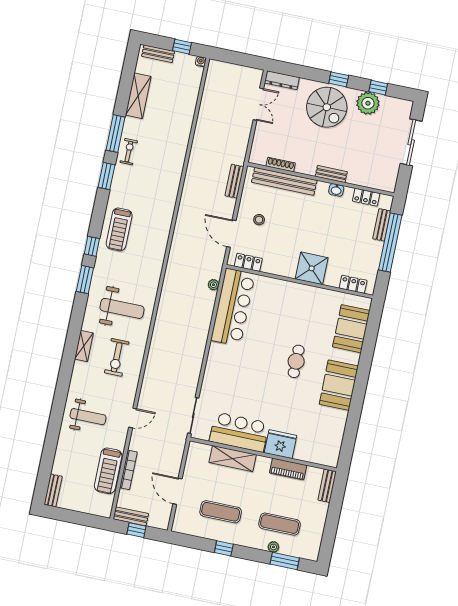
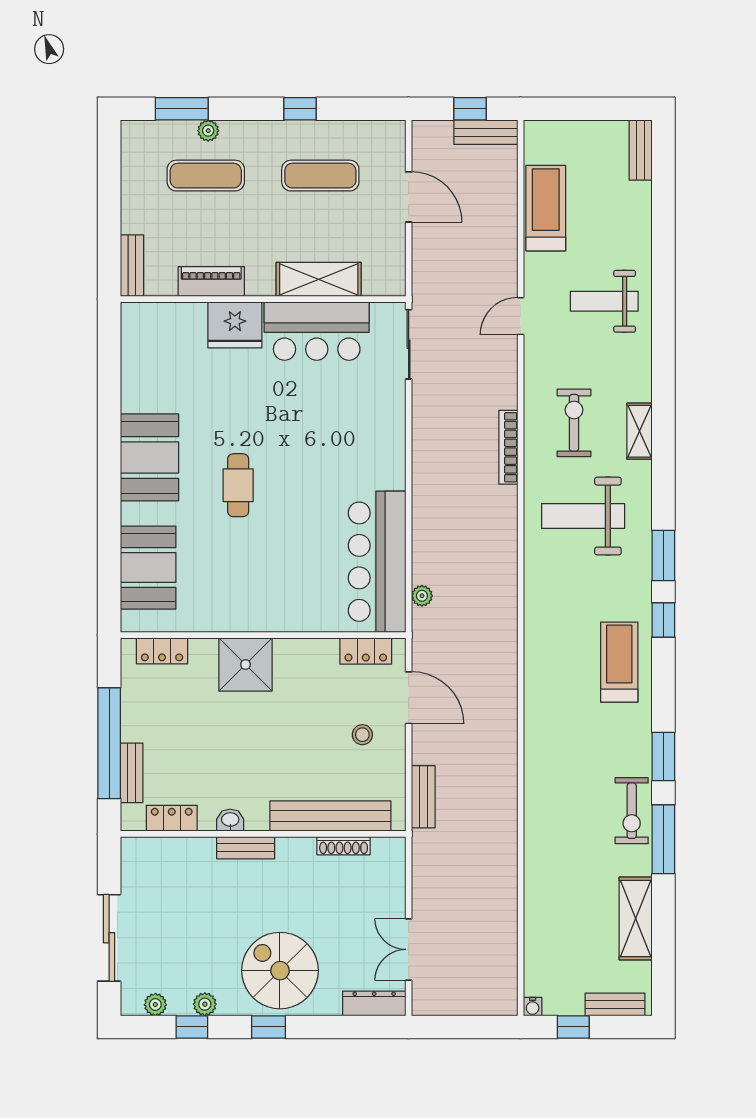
plant: (368, 103) -> (205, 1004), width x0.53, depth x0.53
plant: (395, 103) -> (155, 1005), added
exercise bike: (129, 152) -> (632, 811), width x1.38, depth x1.39
bookcase: (128, 470) -> (508, 447), moved

